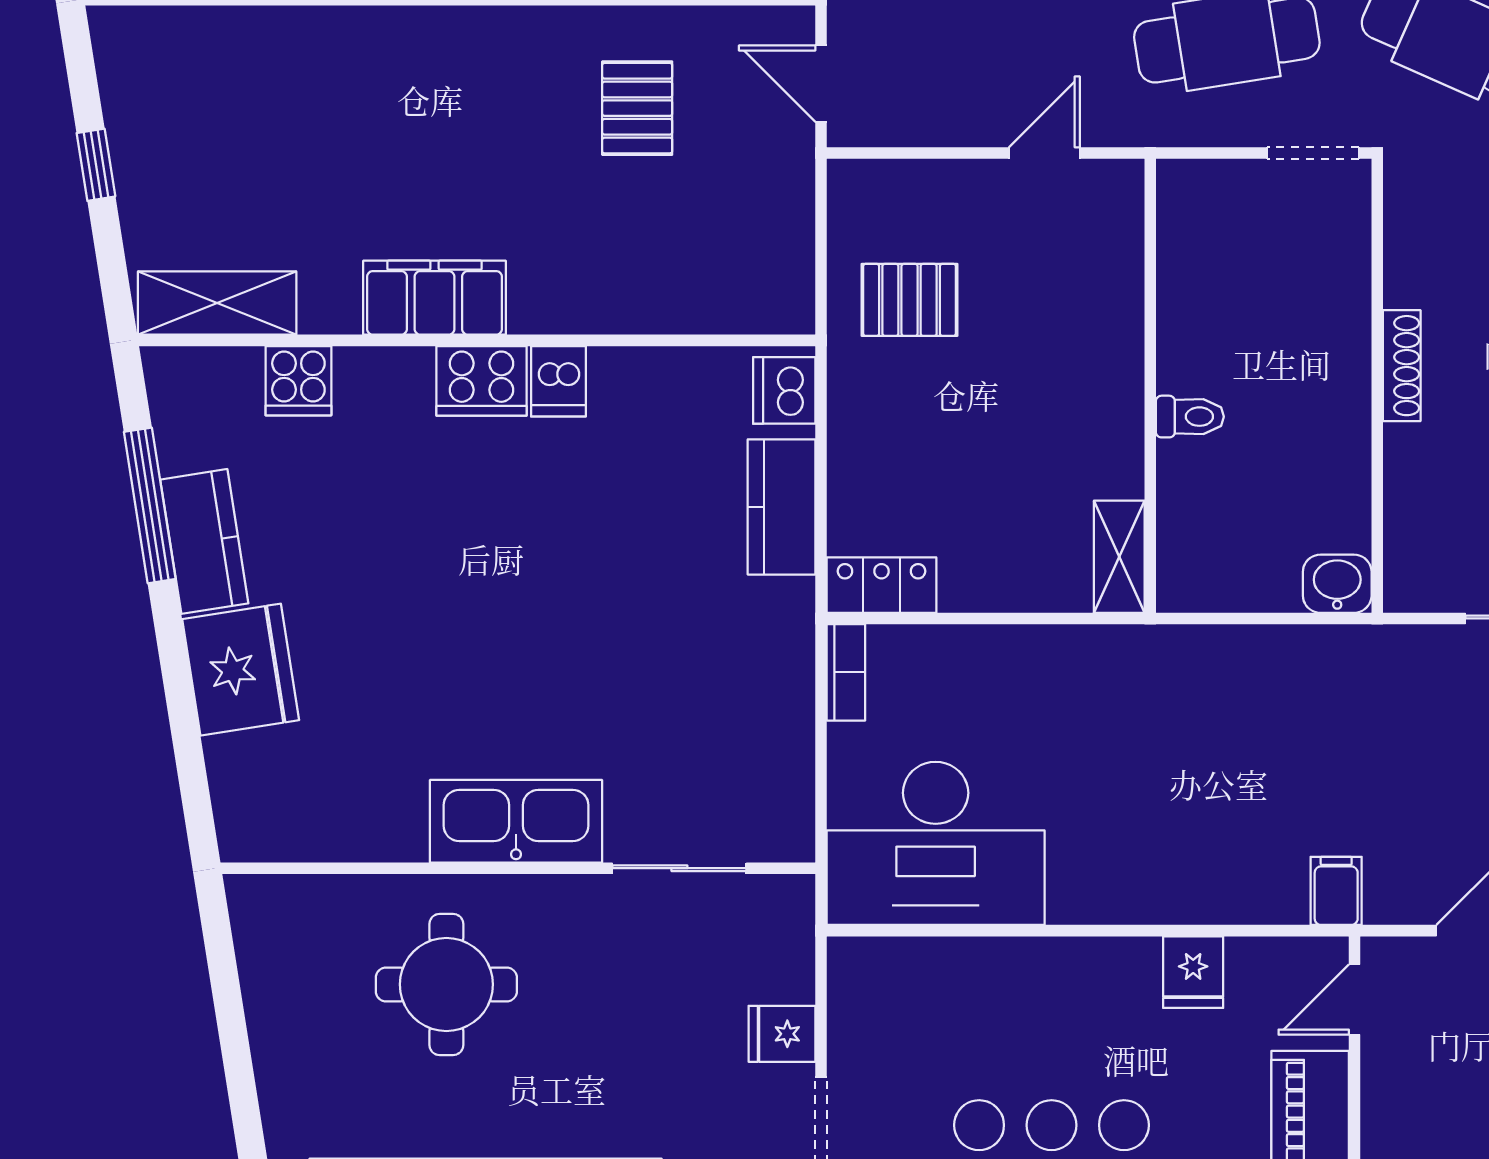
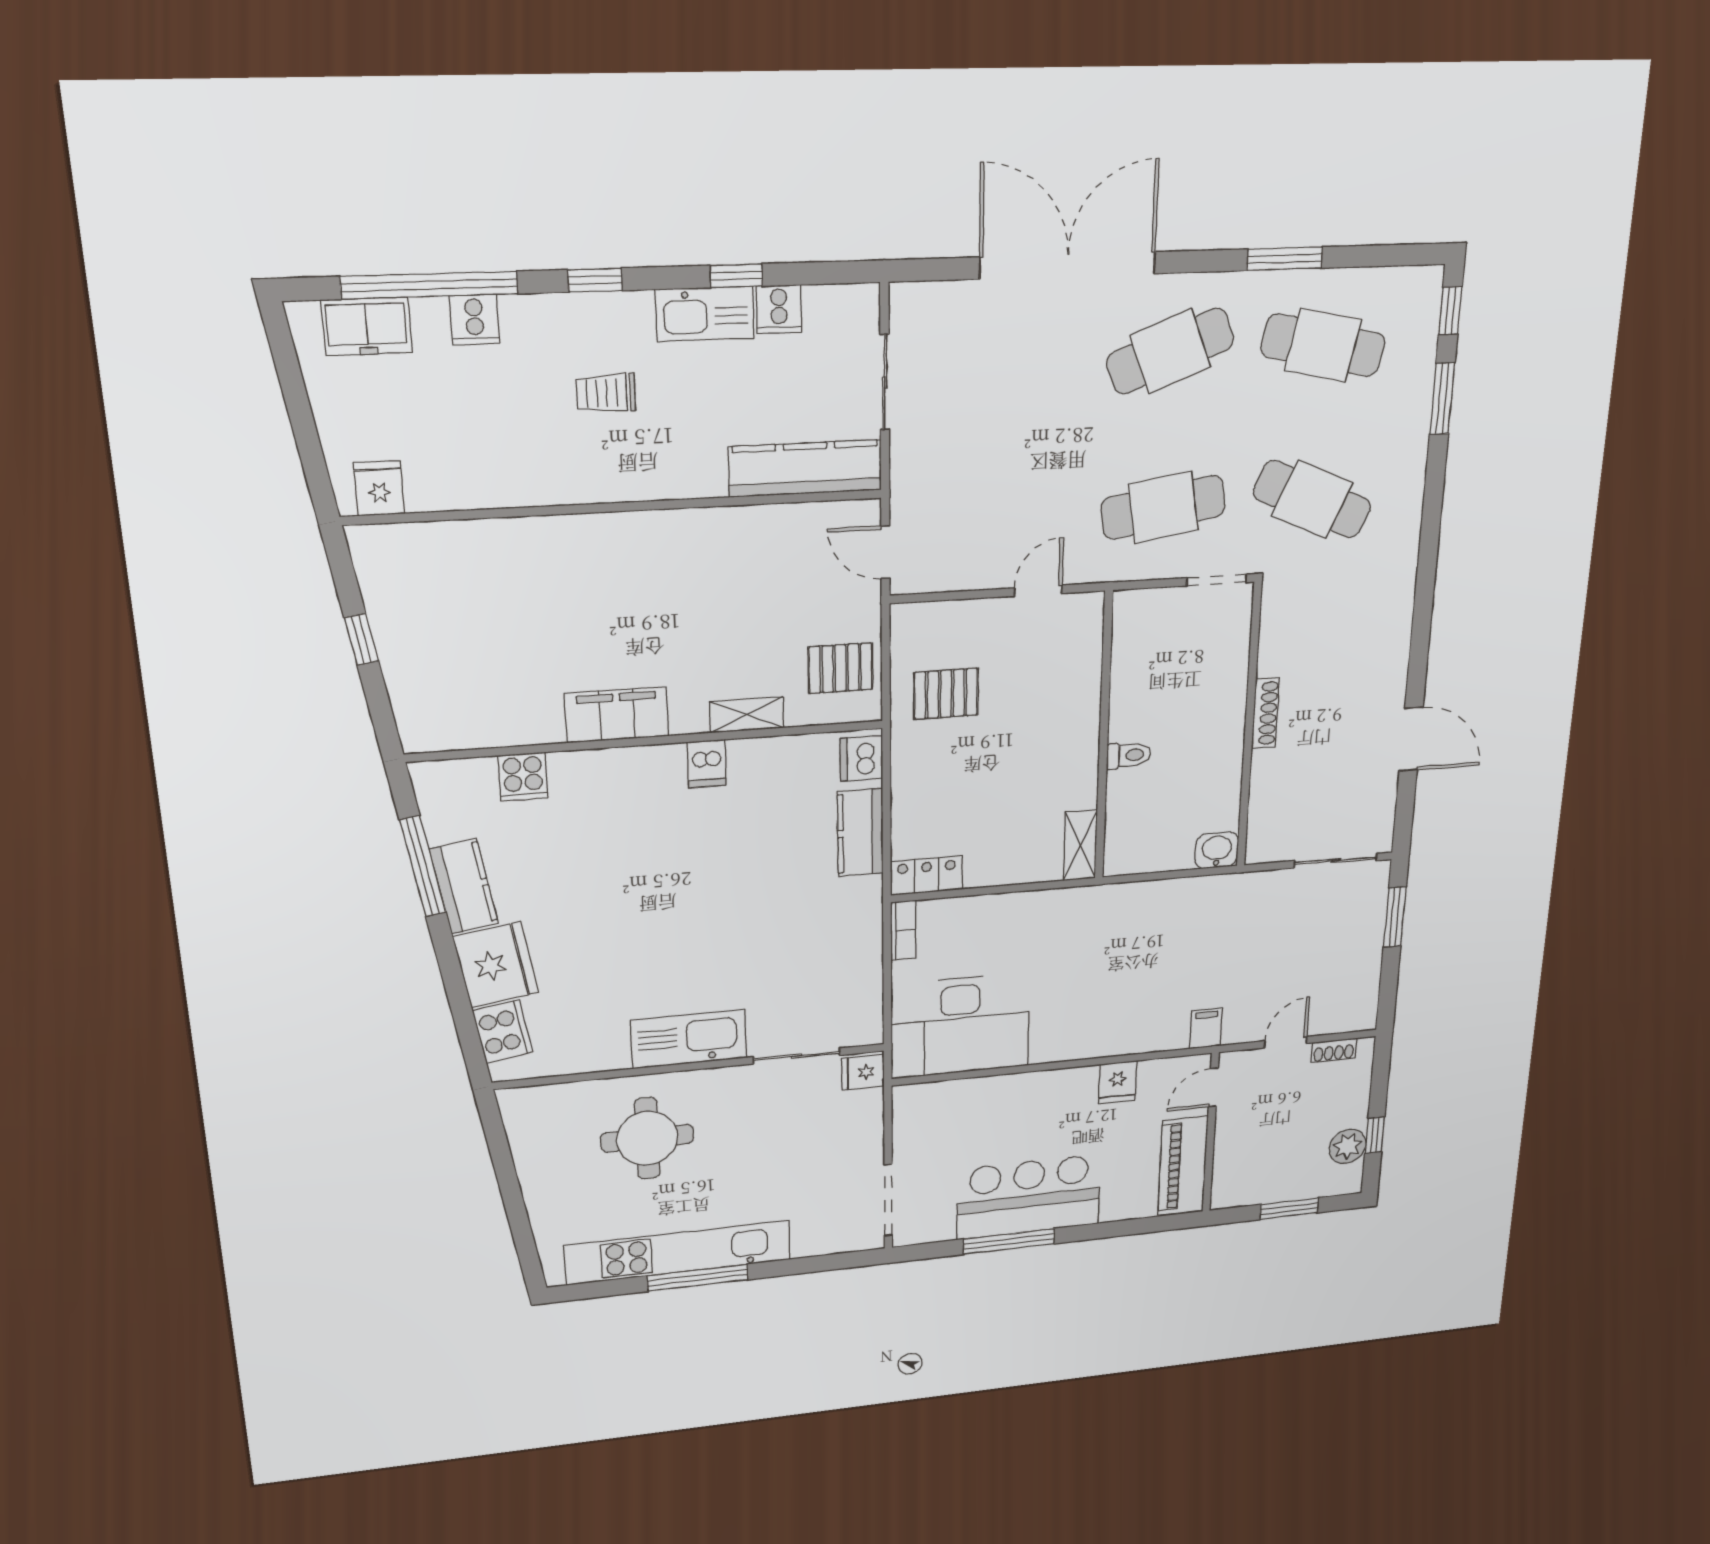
pallet: (637, 108) -> (841, 668), moved, turned 90
shelving: (217, 303) -> (747, 715), moved, width x0.67, depth x0.75
cooker: (482, 381) -> (503, 1032), moved, turned -99
fridge: (782, 1034) -> (863, 1072), moved

